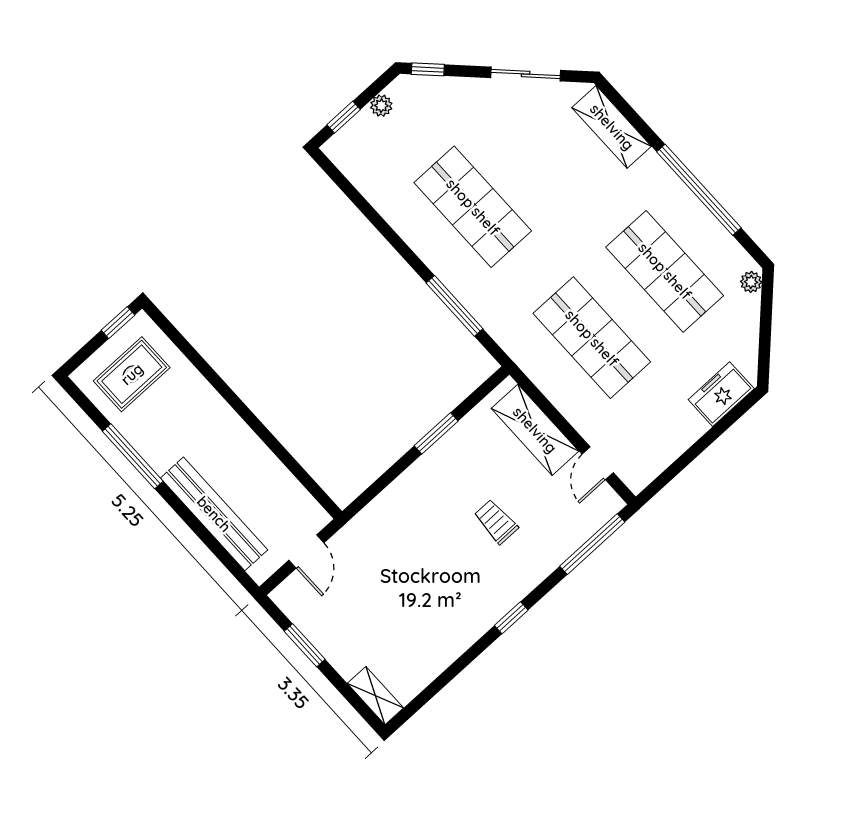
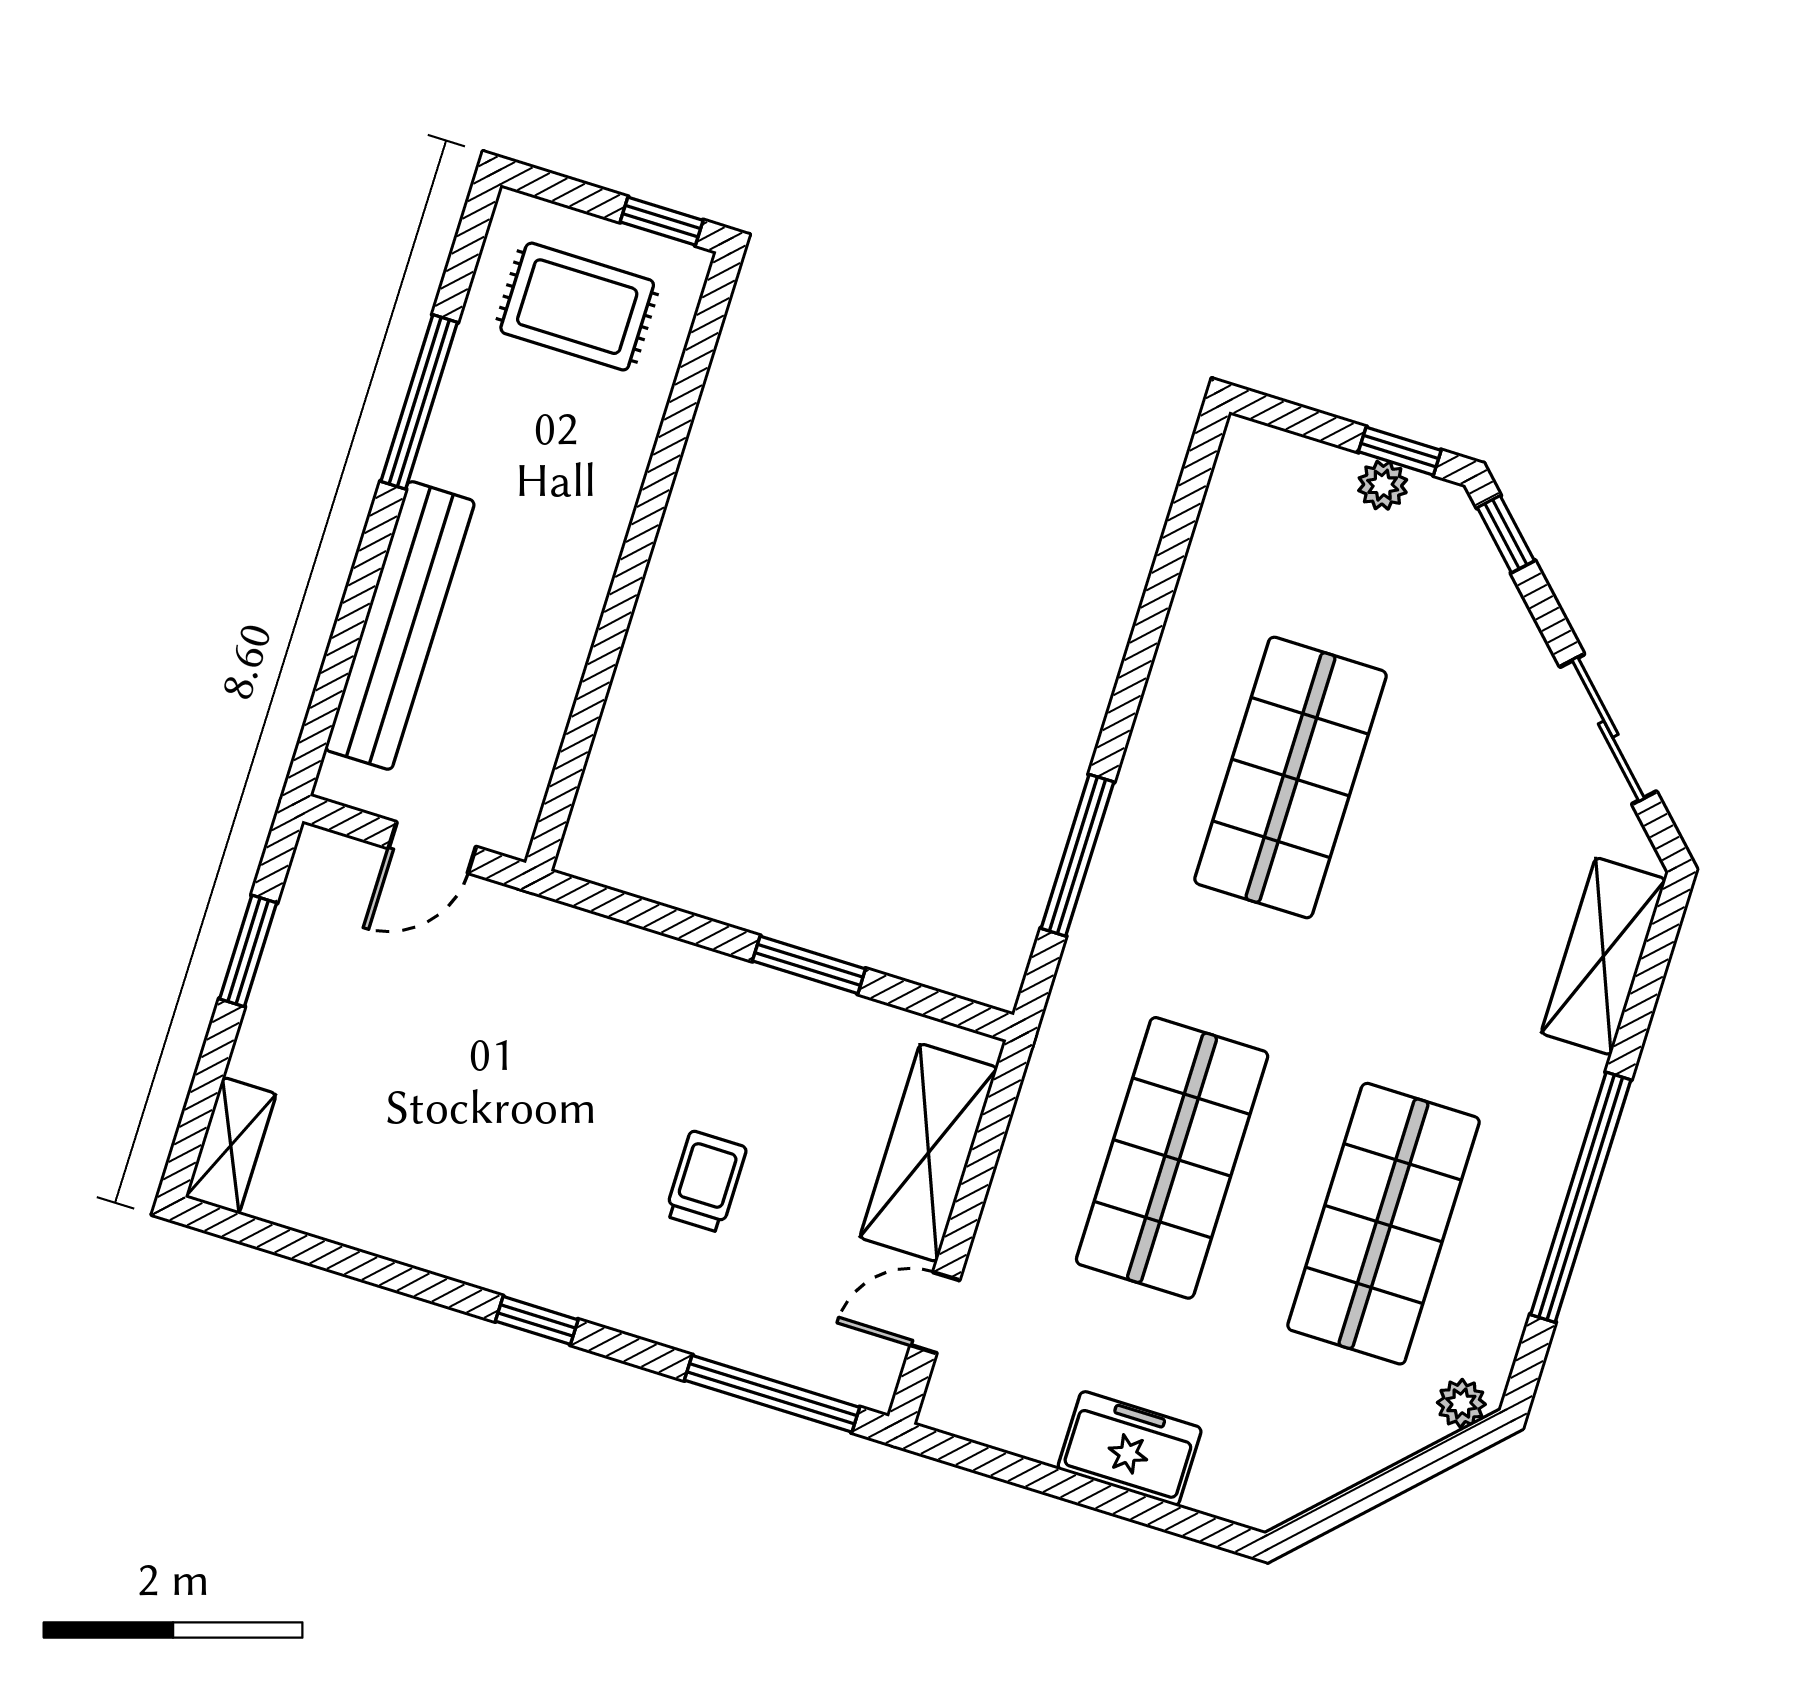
window: (344, 117) -> (1400, 451), moved
freezer: (721, 394) -> (1130, 1448), moved

